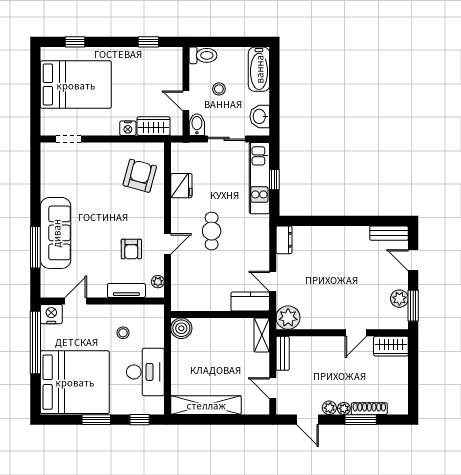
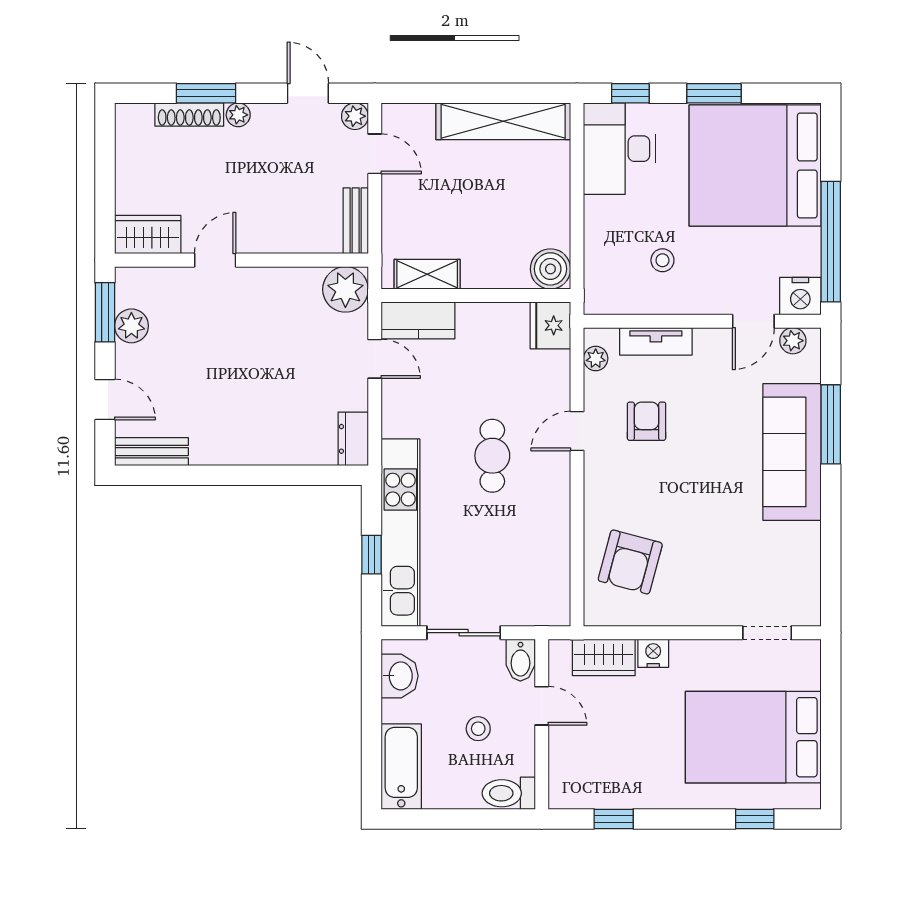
kitchen unit: (259, 178) -> (400, 533), width x1.36
fridge: (181, 186) -> (550, 325), moved
plant: (55, 291) -> (793, 341), added
shelving: (262, 335) -> (427, 274), moved, turned 90
desk: (145, 372) -> (619, 149), moved
plant: (329, 408) -> (355, 116), moved

